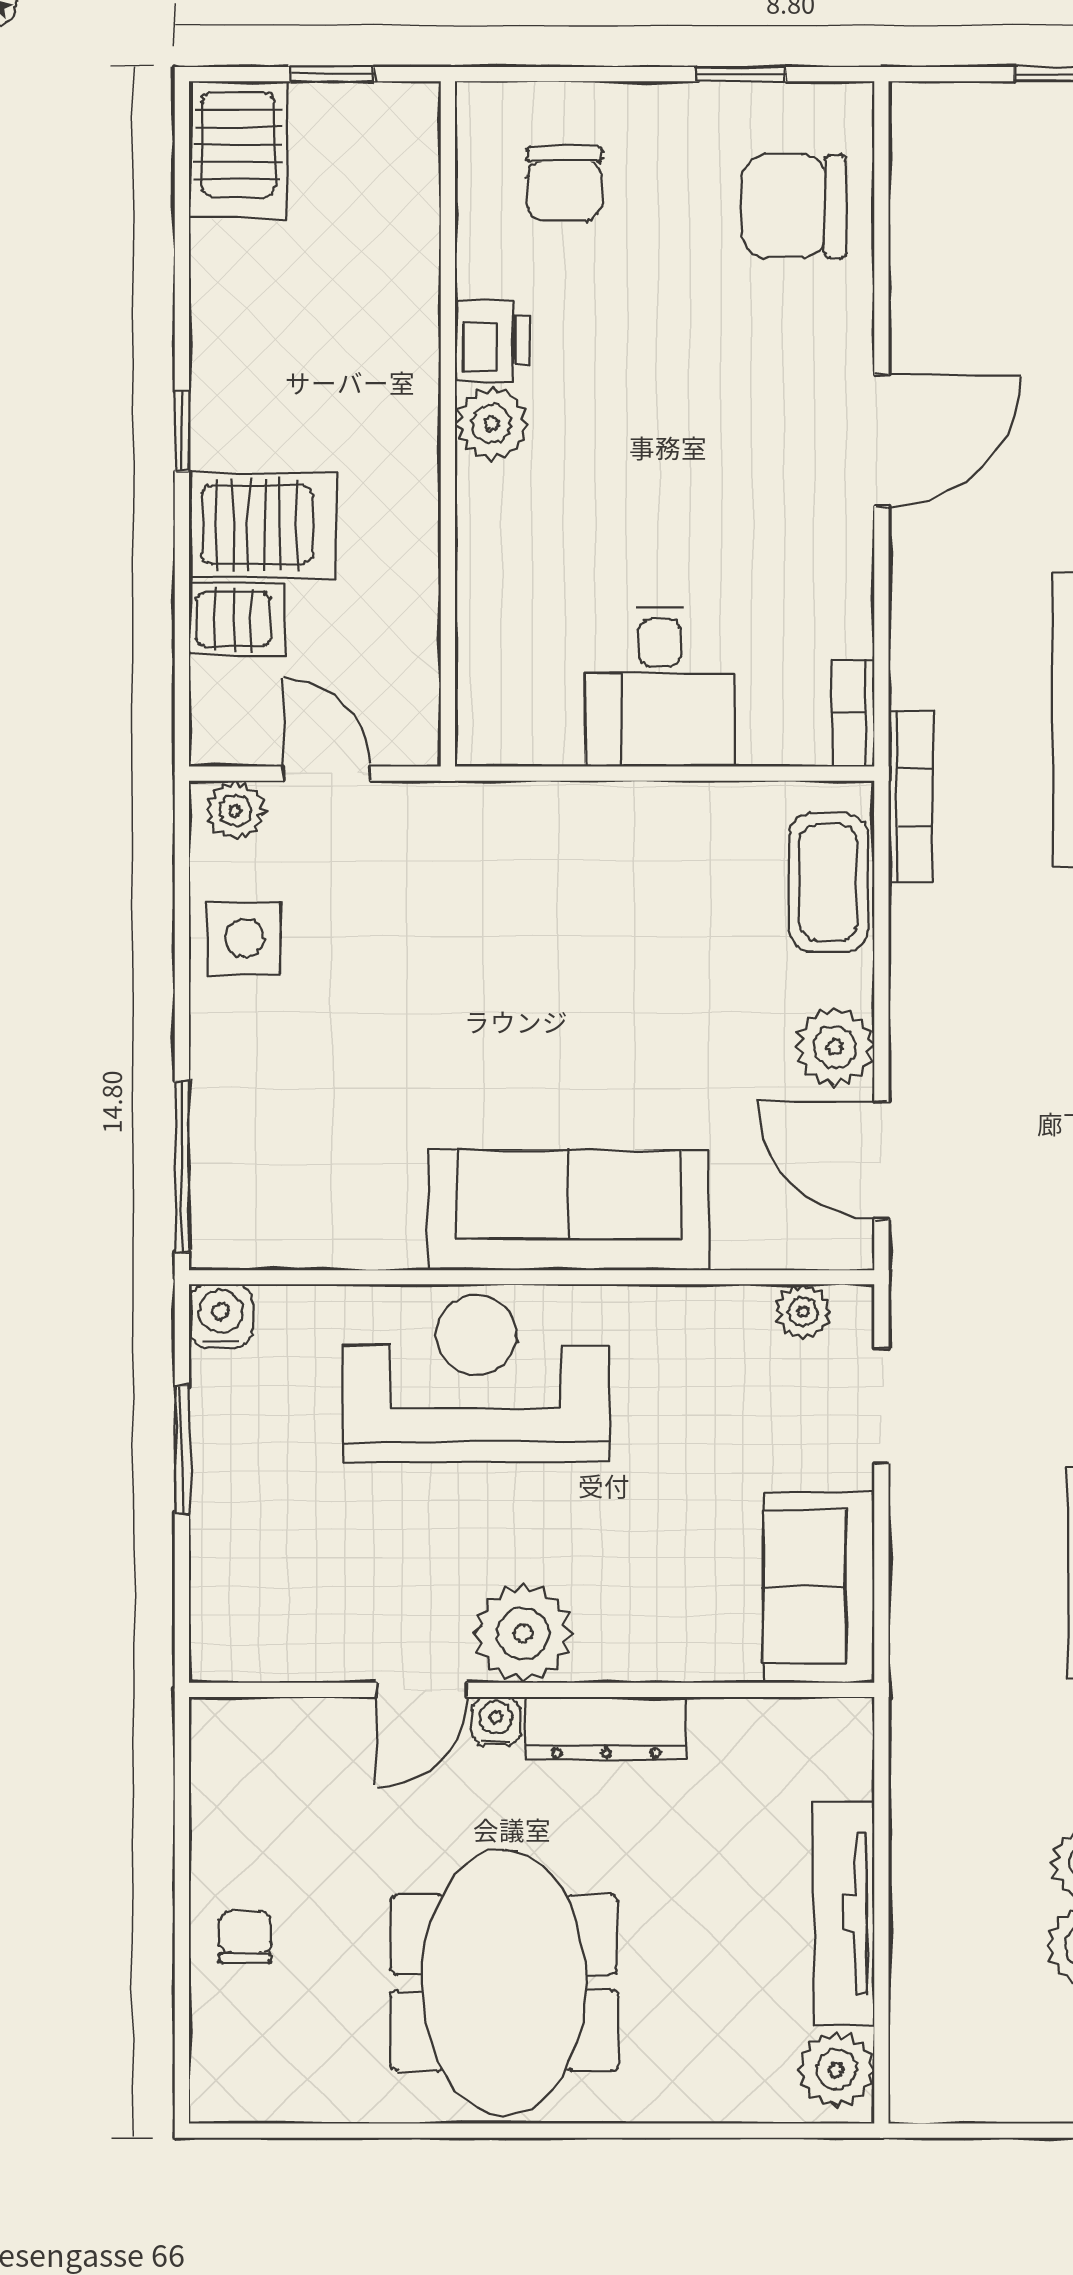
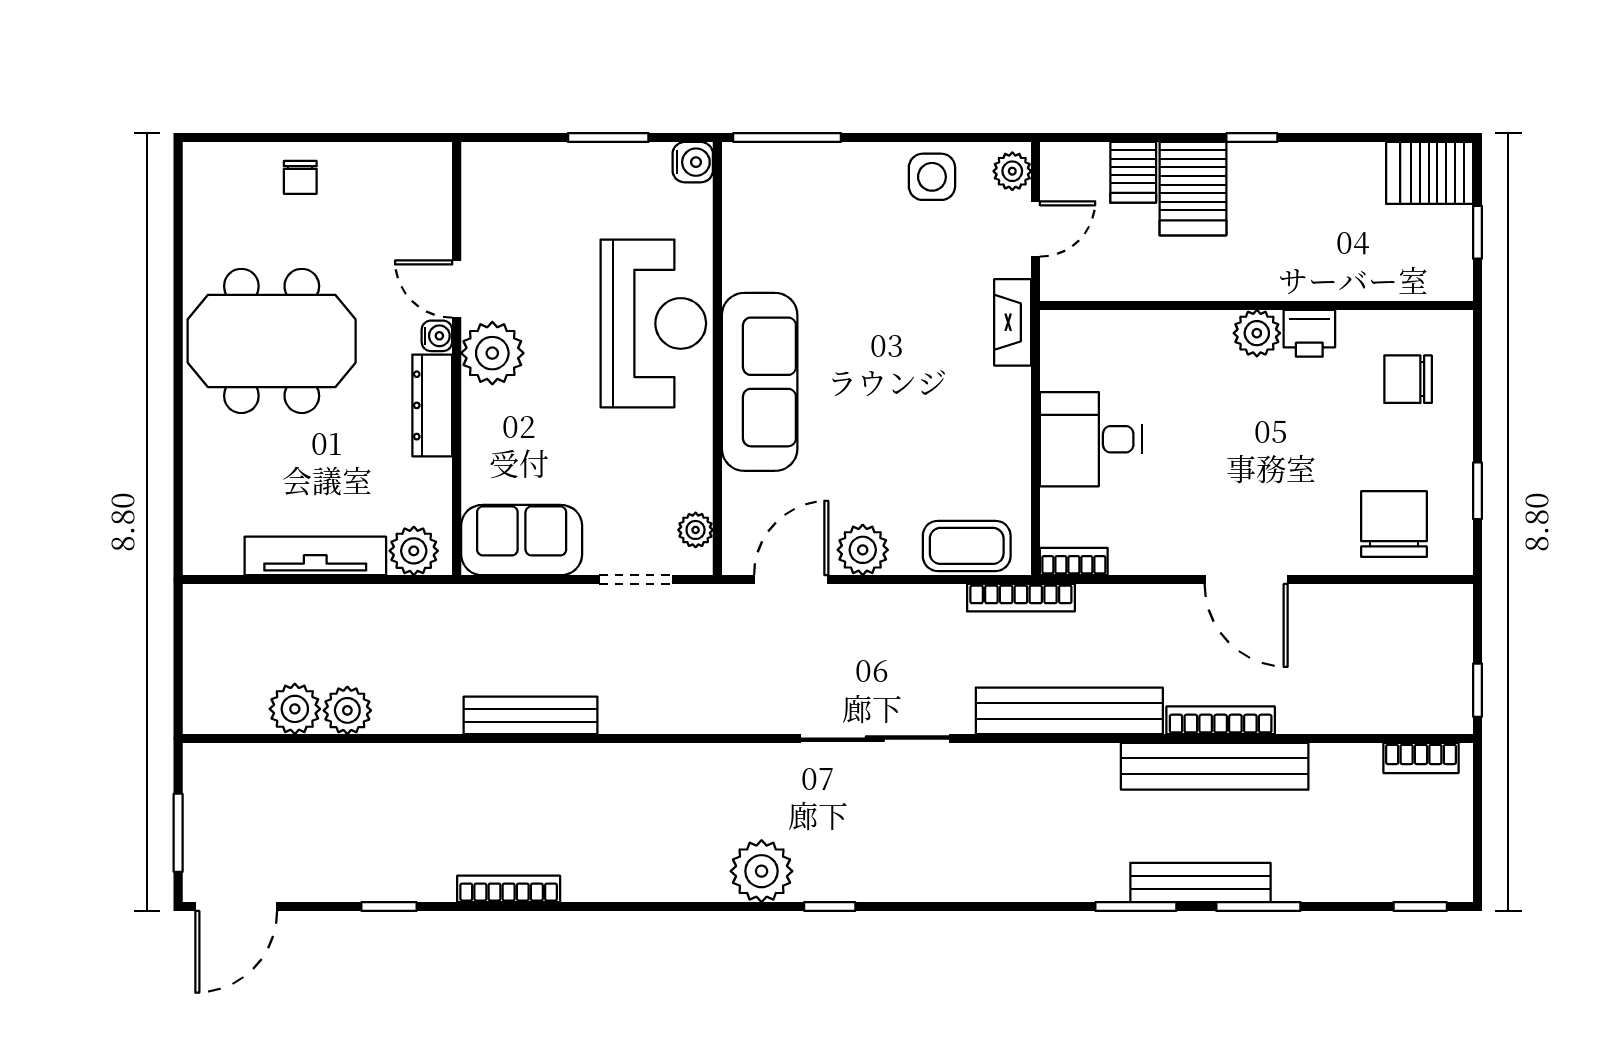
fireplace: (474, 810) -> (1013, 322), added
chair: (245, 1937) -> (300, 177), turned 90
plant: (836, 2069) -> (414, 551), moved

